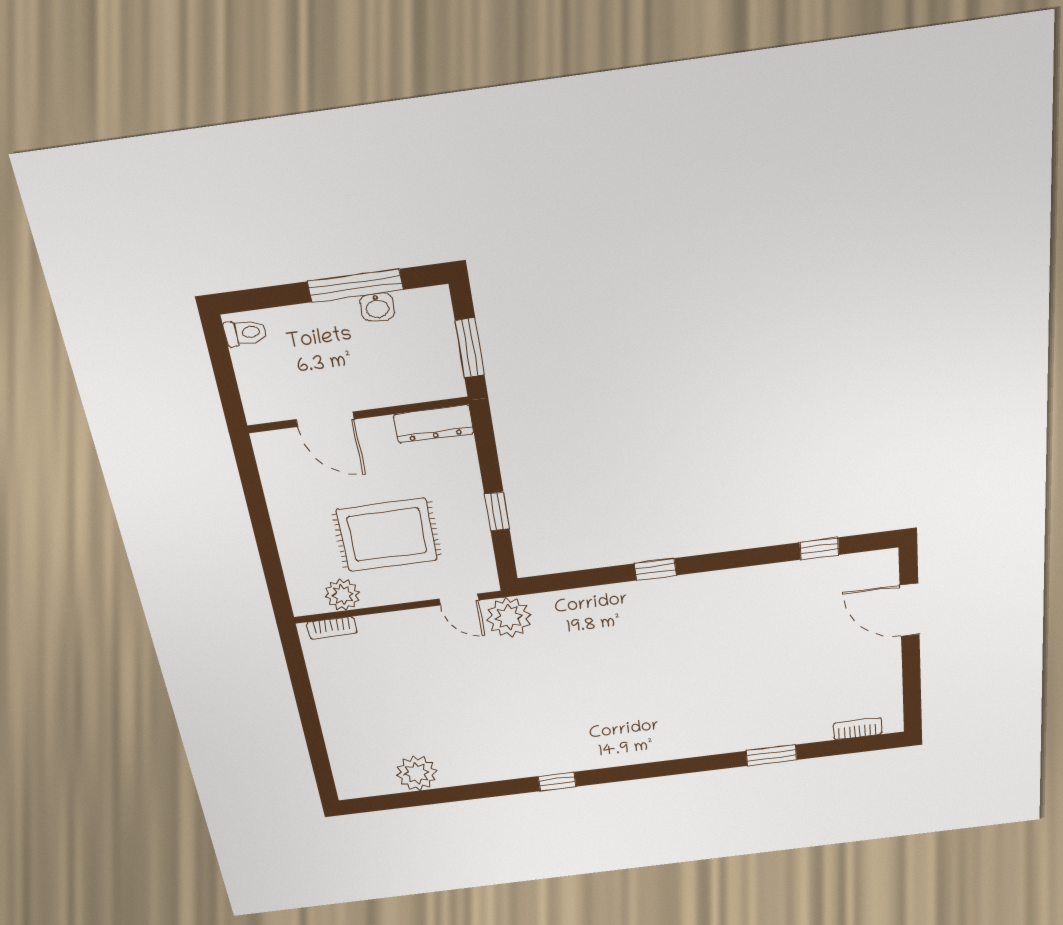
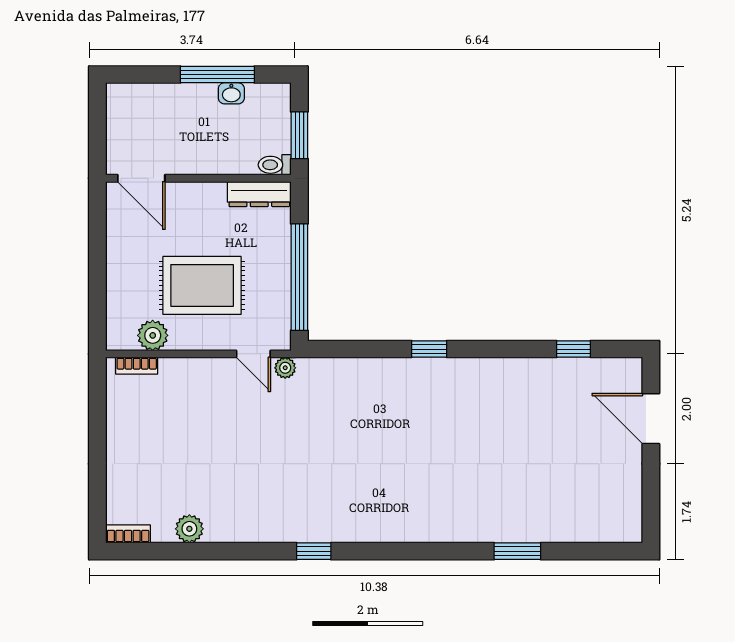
toilet: (245, 333) -> (275, 165), moved, turned 180
door: (325, 419) -> (141, 178), moved
window: (497, 511) -> (299, 277), width x3.17
plant: (509, 617) -> (285, 368), width x0.53, depth x0.53
bookcase: (857, 729) -> (128, 534), moved
plant: (417, 773) -> (189, 529), width x0.73, depth x0.73

